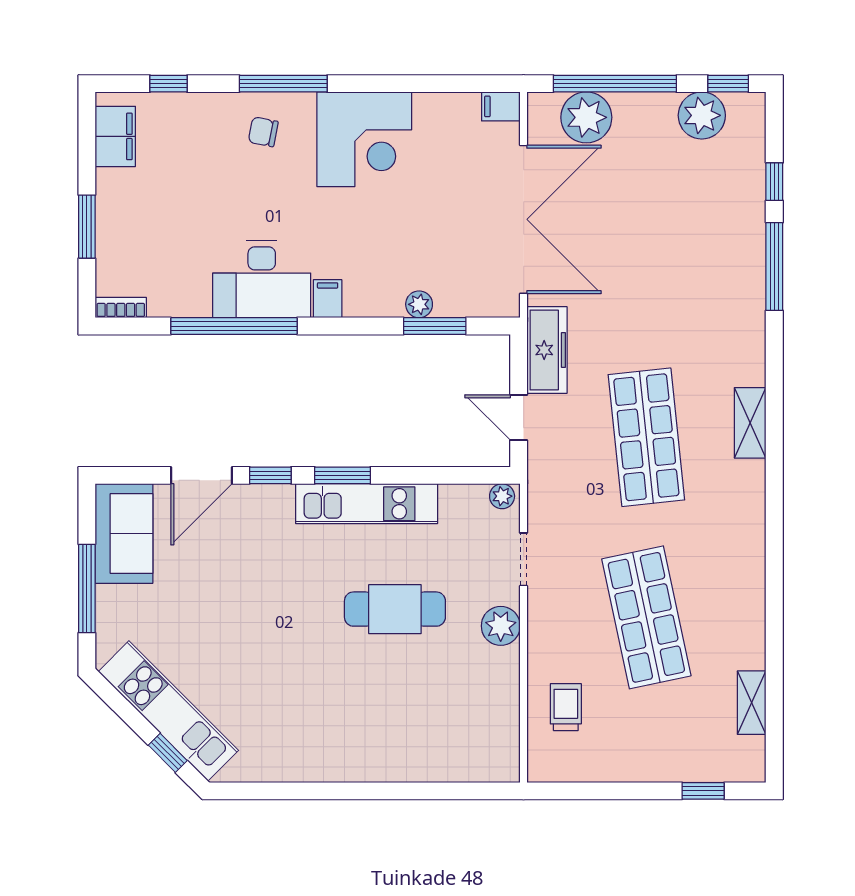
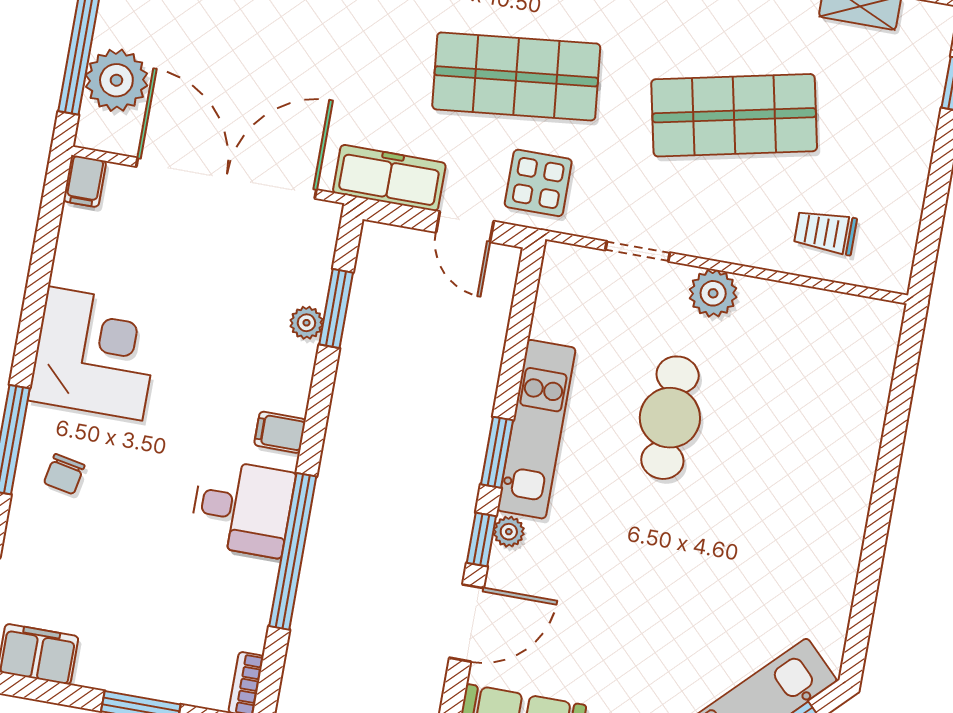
desk: (262, 279) -> (242, 508), width x0.73
door: (519, 417) -> (465, 227), hinge flipped
display table: (564, 470) -> (538, 183), added
door: (201, 475) -> (467, 623), hinge flipped
plant: (502, 496) -> (509, 532), moved

